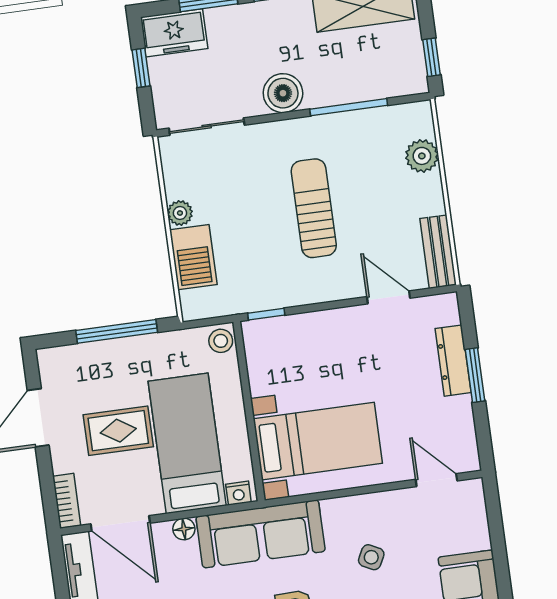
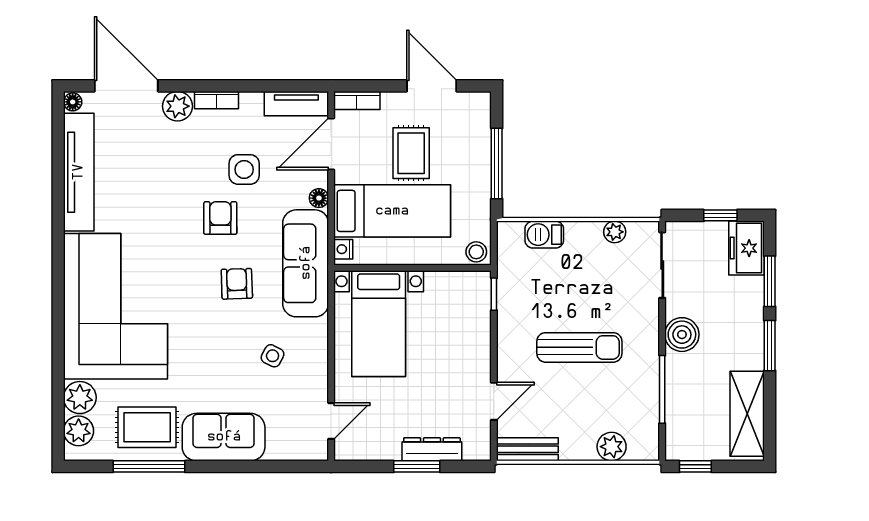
plant: (180, 213) -> (615, 232), moved
barbecue: (193, 257) -> (544, 235), width x0.73, depth x0.79

